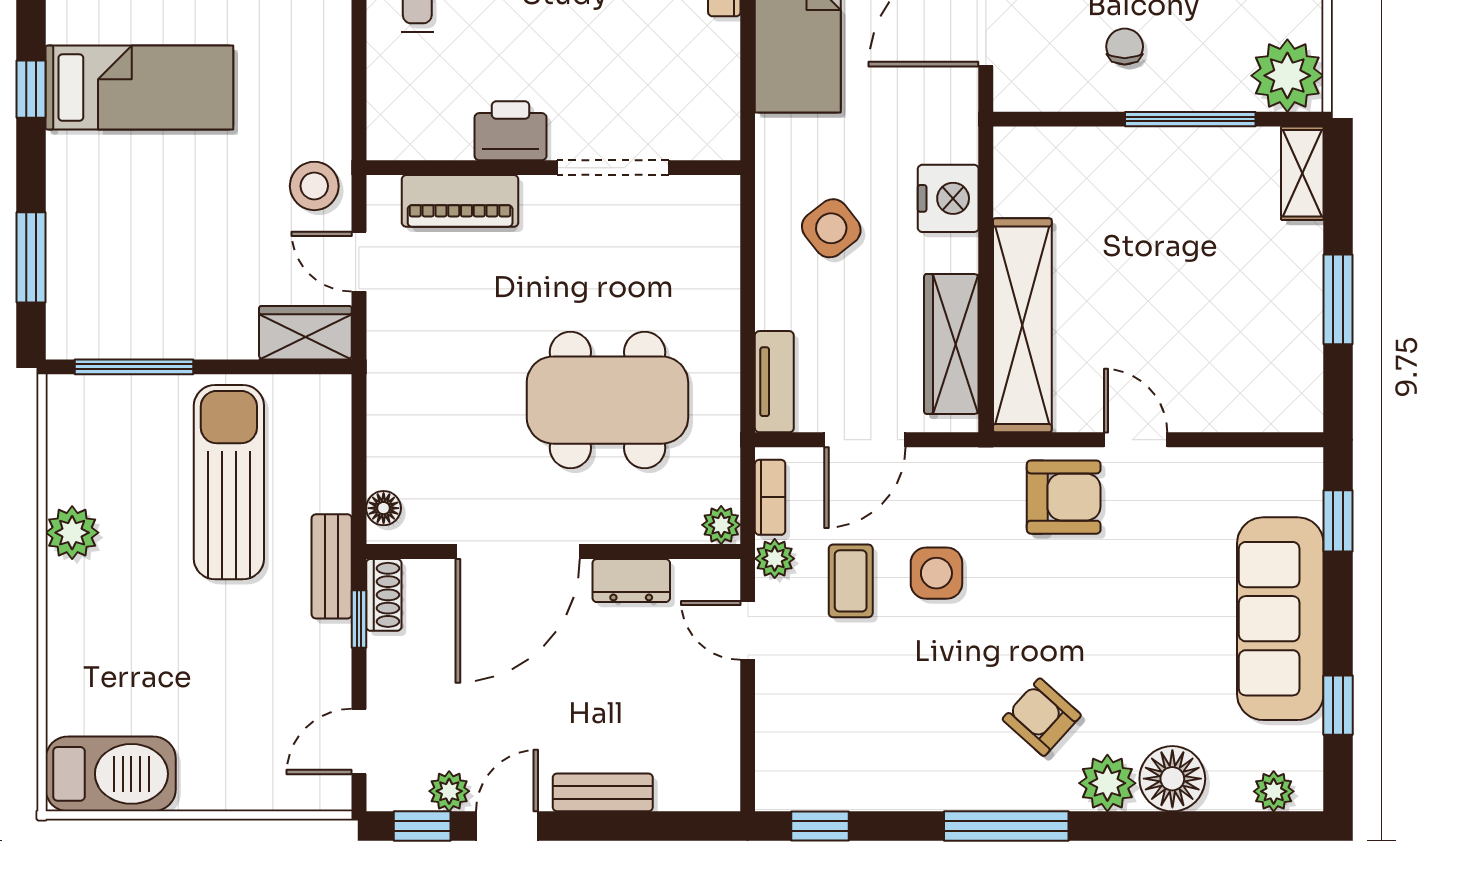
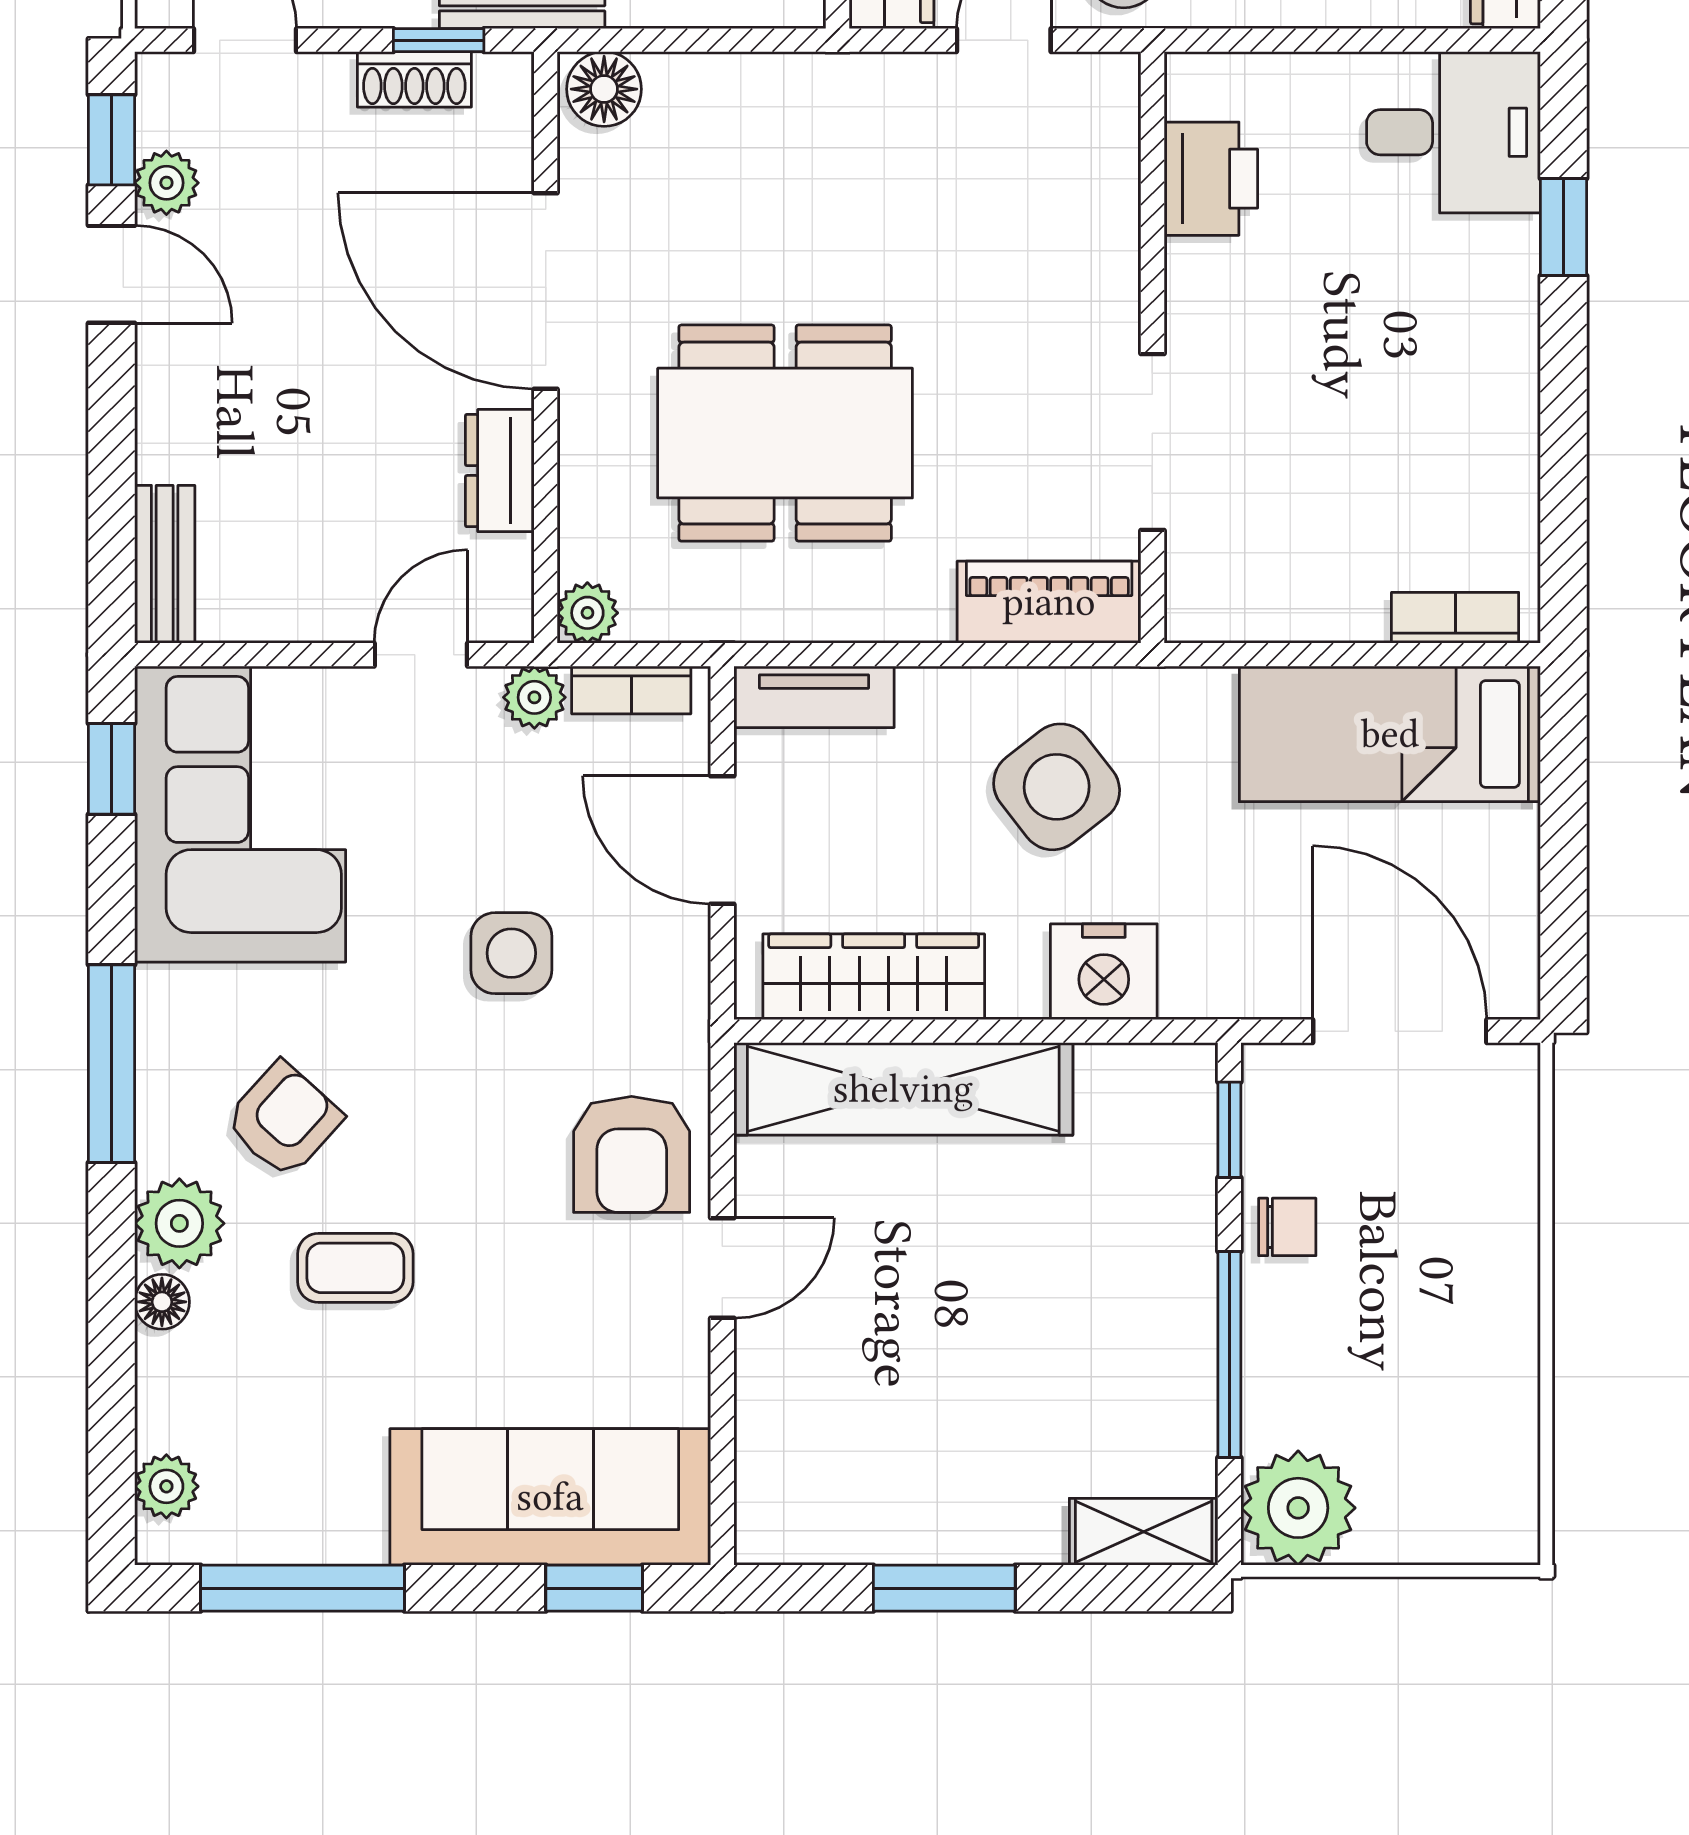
chair: (1125, 47) -> (1287, 1227), moved
window: (1048, 119) -> (1229, 1130), added
printer: (511, 131) -> (1211, 179), moved
piano: (460, 201) -> (1049, 602), moved, turned 90
side table: (831, 228) -> (1057, 787), width x1.37, depth x1.37
dining table: (607, 400) -> (785, 433), turned 90
floor lamp: (384, 508) -> (604, 89), width x1.37, depth x1.37
coffee table: (851, 581) -> (355, 1268), moved
shoe rack: (384, 595) -> (414, 79), moved
sofa: (1280, 619) -> (550, 1497), moved
window: (1338, 705) -> (303, 1588), width x2.17
corner sofa: (849, 745) -> (240, 814), added
floor lamp: (1172, 779) -> (162, 1302), width x0.53, depth x0.53
bench: (603, 792) -> (165, 564), moved

